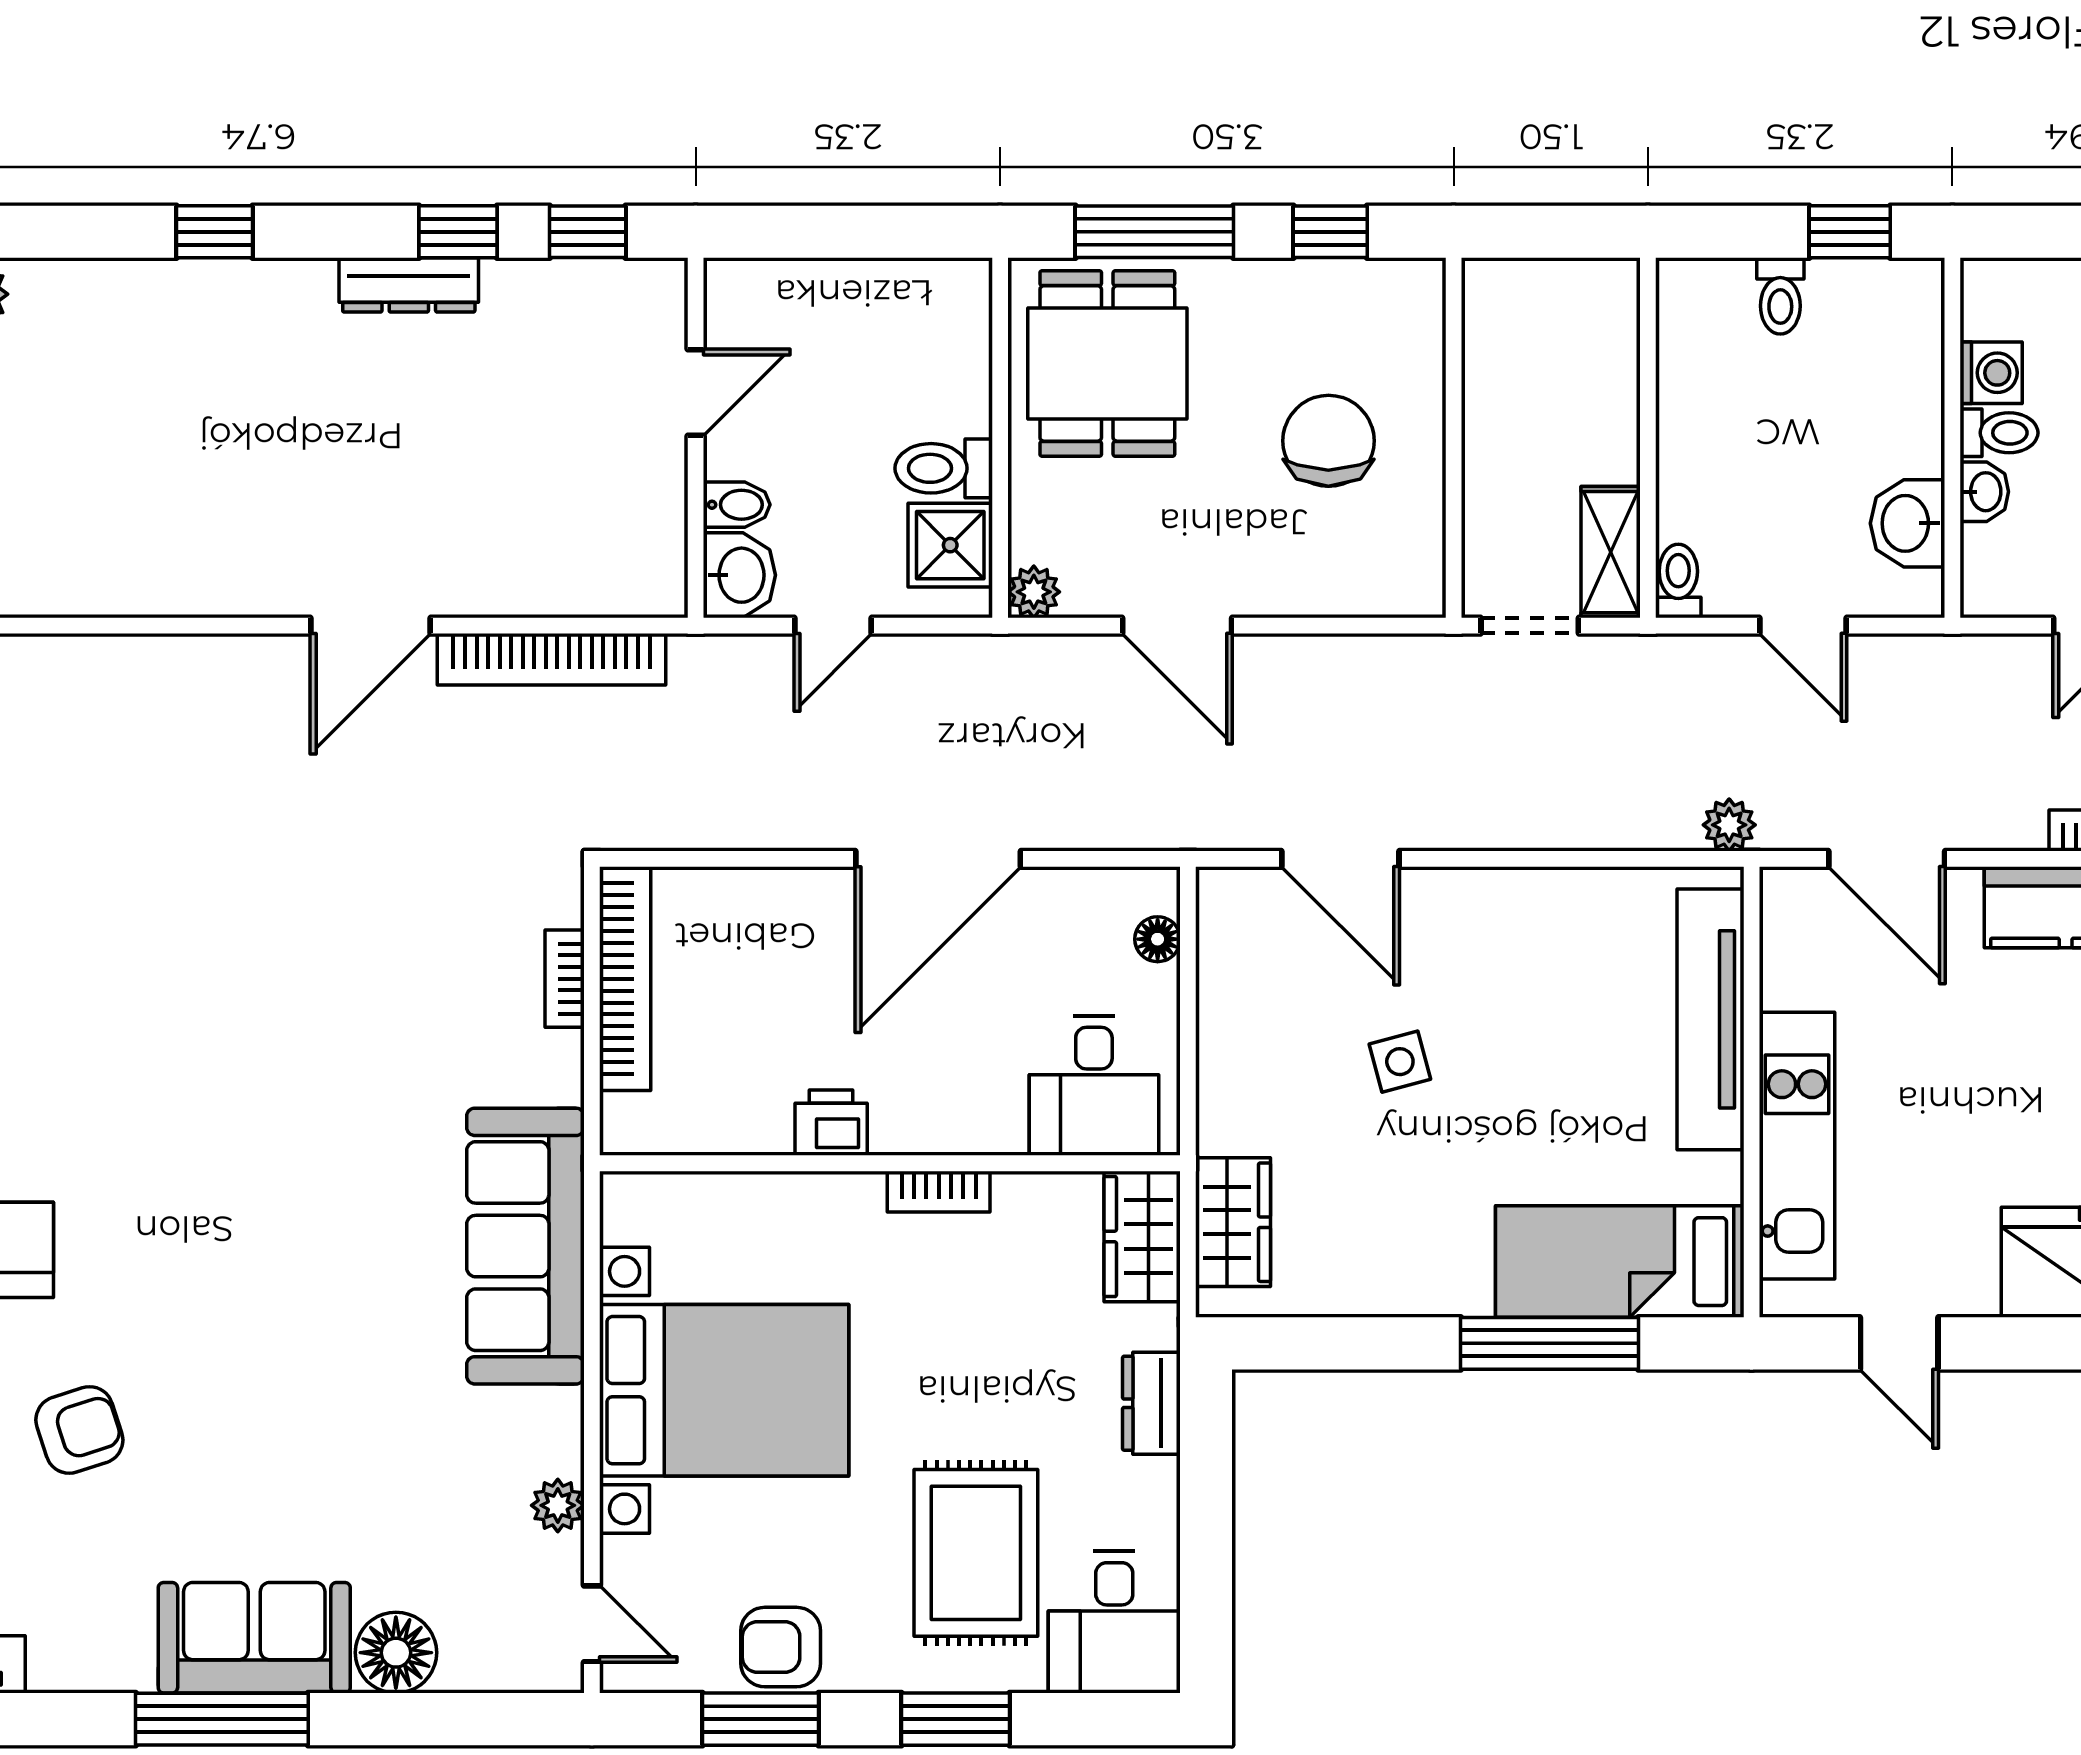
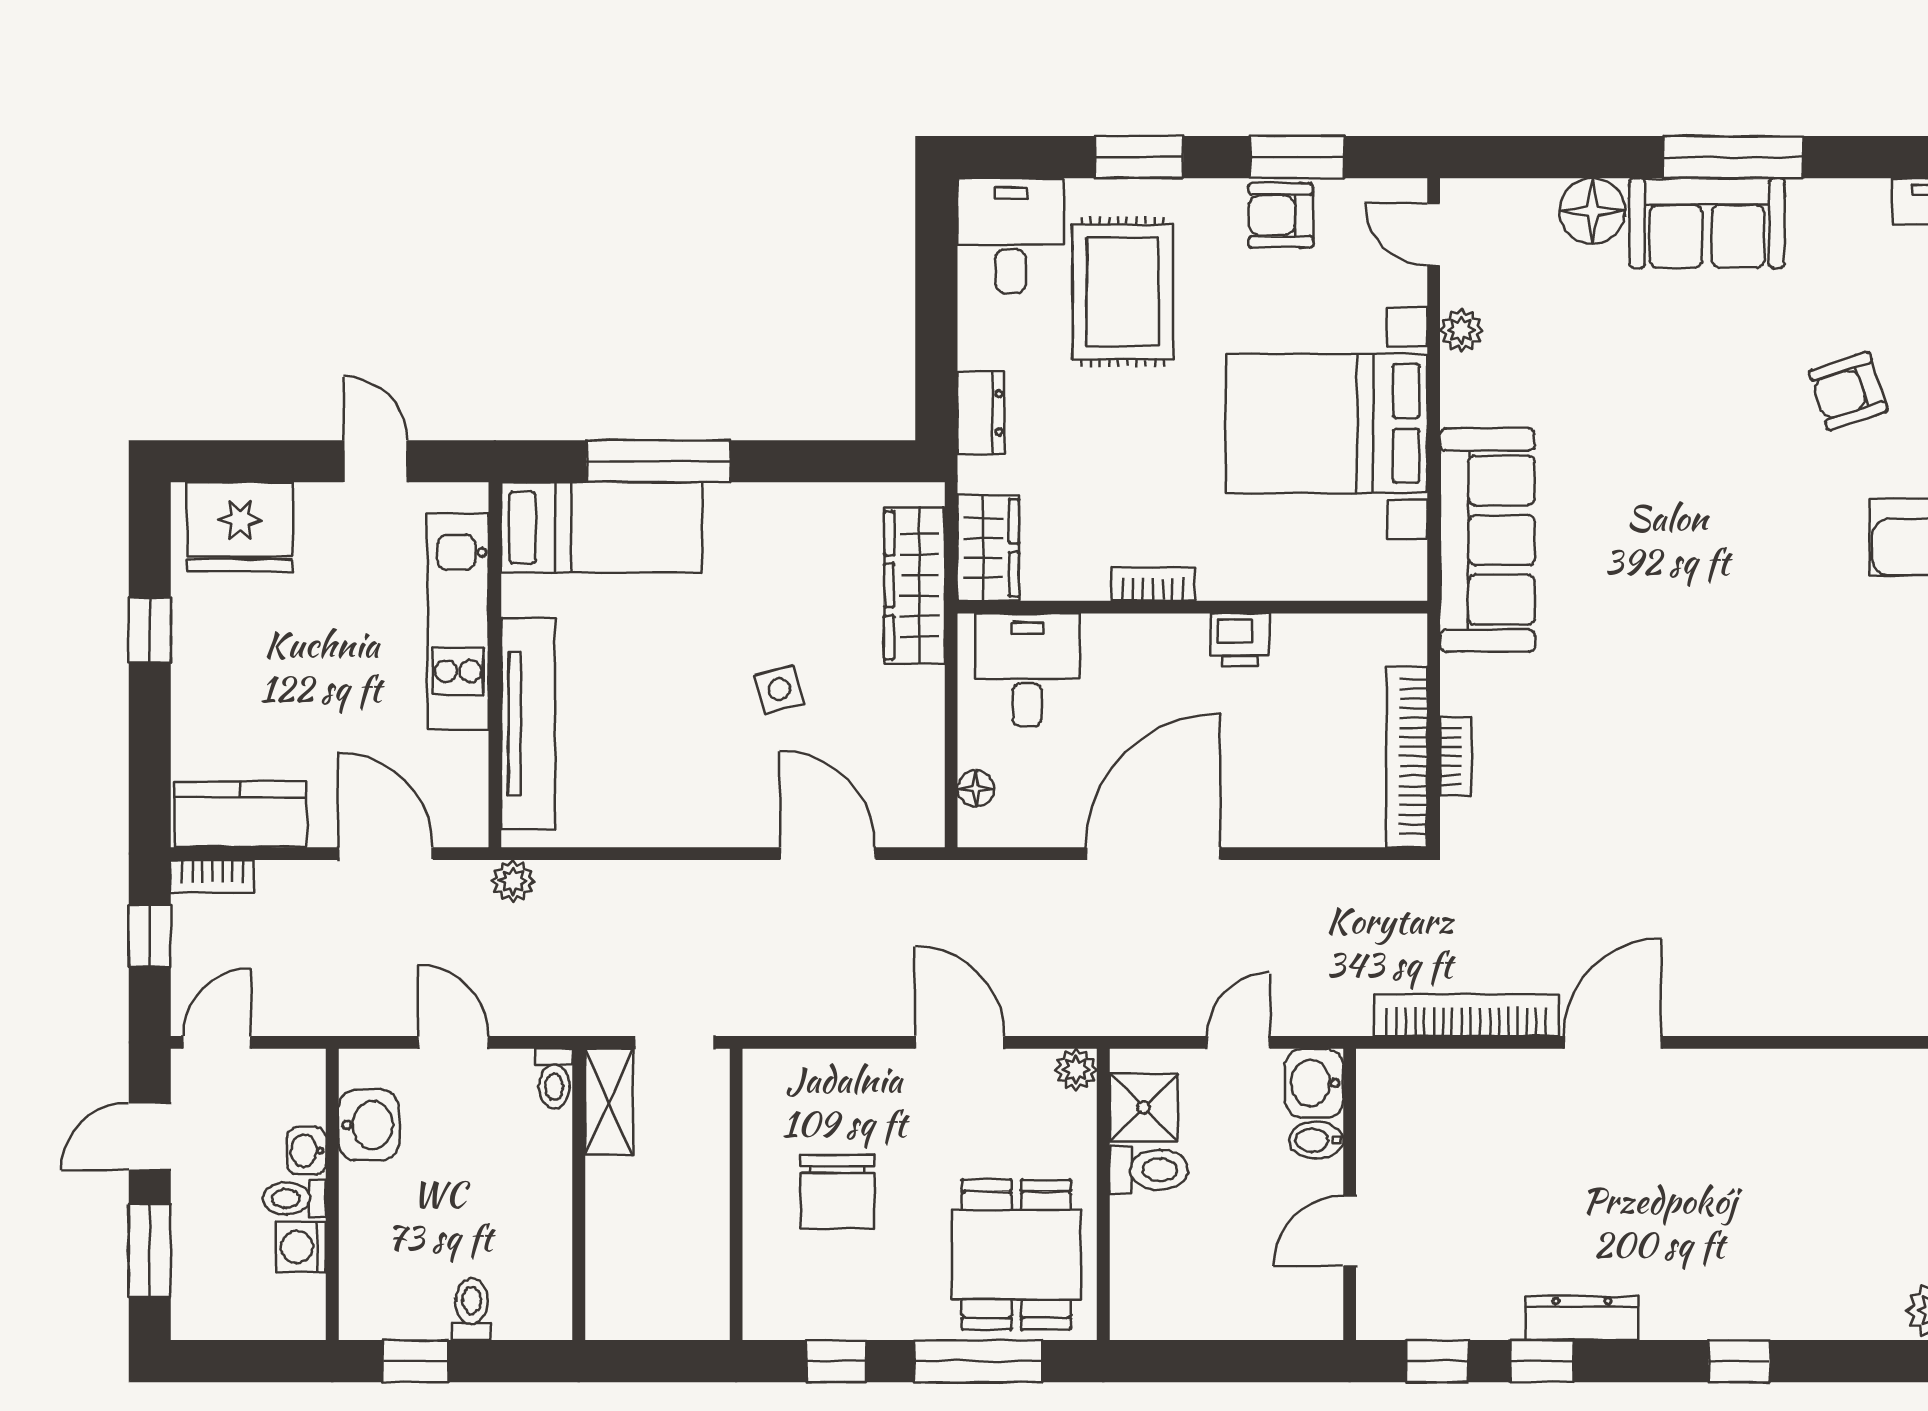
wardrobe: (1233, 1222) -> (915, 585), width x1.50
armchair: (781, 1647) -> (1281, 215), turned 180

